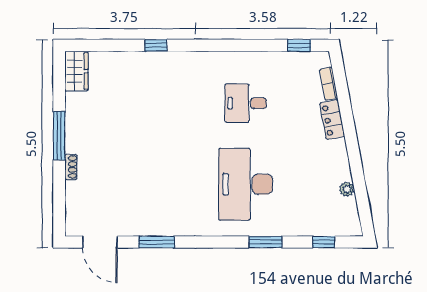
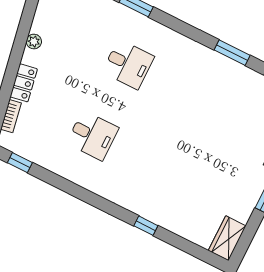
desk: (246, 184) -> (128, 64), width x0.53, depth x0.77
plant: (347, 189) -> (34, 41), moved

